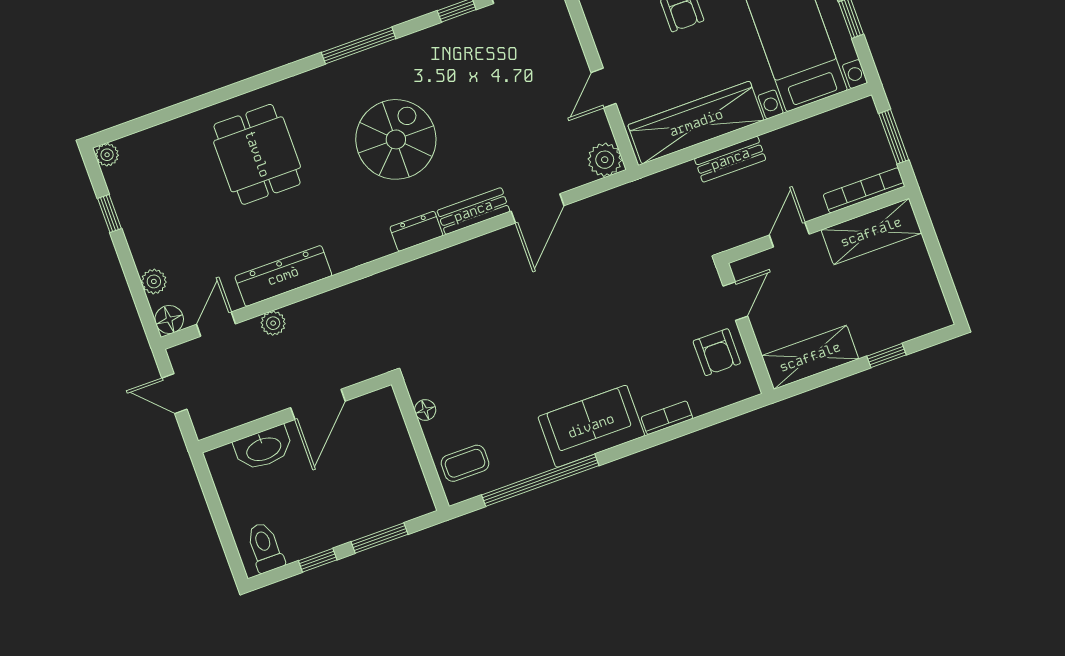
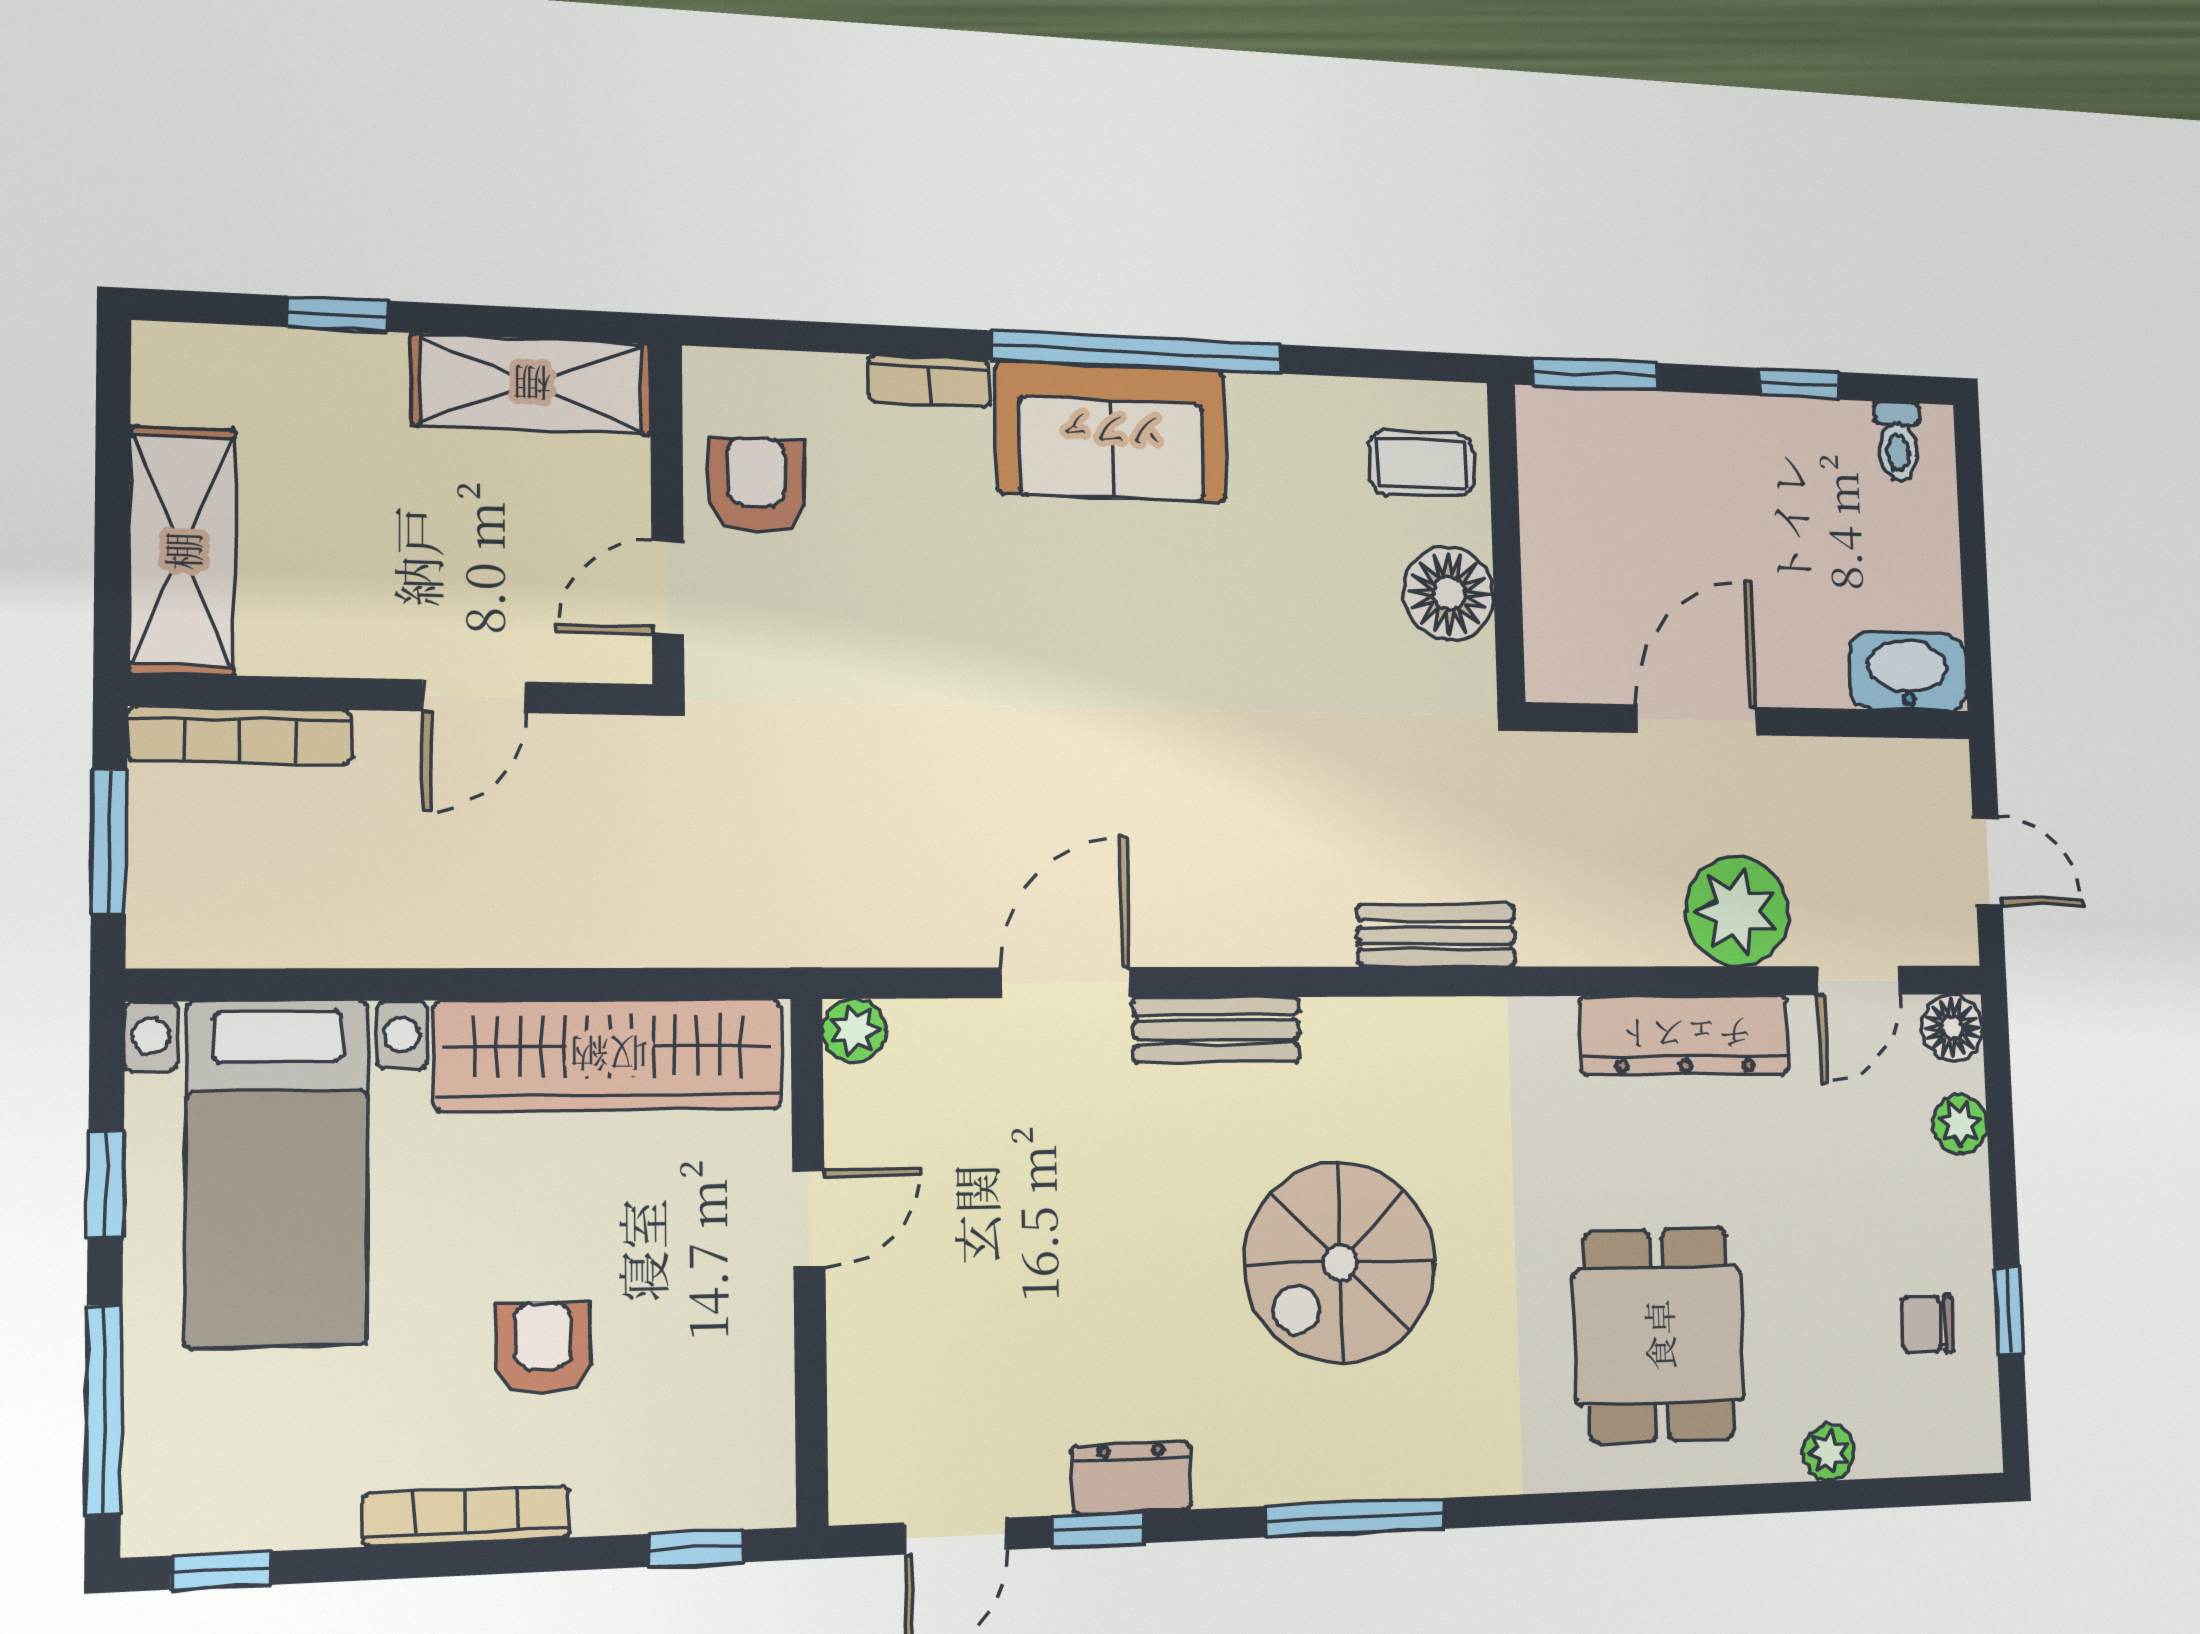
plant: (107, 155) -> (1829, 1452), moved
bench: (730, 159) -> (1436, 935), moved
plant: (605, 160) -> (854, 1030), width x0.73, depth x0.73
chair: (144, 196) -> (1927, 1324), added
dresser: (416, 231) -> (1132, 1477), moved, turned 180
shelving: (871, 232) -> (182, 551), moved, turned 90
plant: (273, 323) -> (1737, 911), width x1.88, depth x1.88
floor lamp: (425, 410) -> (1449, 593), width x1.89, depth x1.89
washbasin: (263, 448) -> (1908, 671), moved
window: (540, 480) -> (1138, 352), moved
window: (380, 538) -> (1595, 374), moved
toilet: (265, 547) -> (1898, 441), width x0.73, depth x0.72

